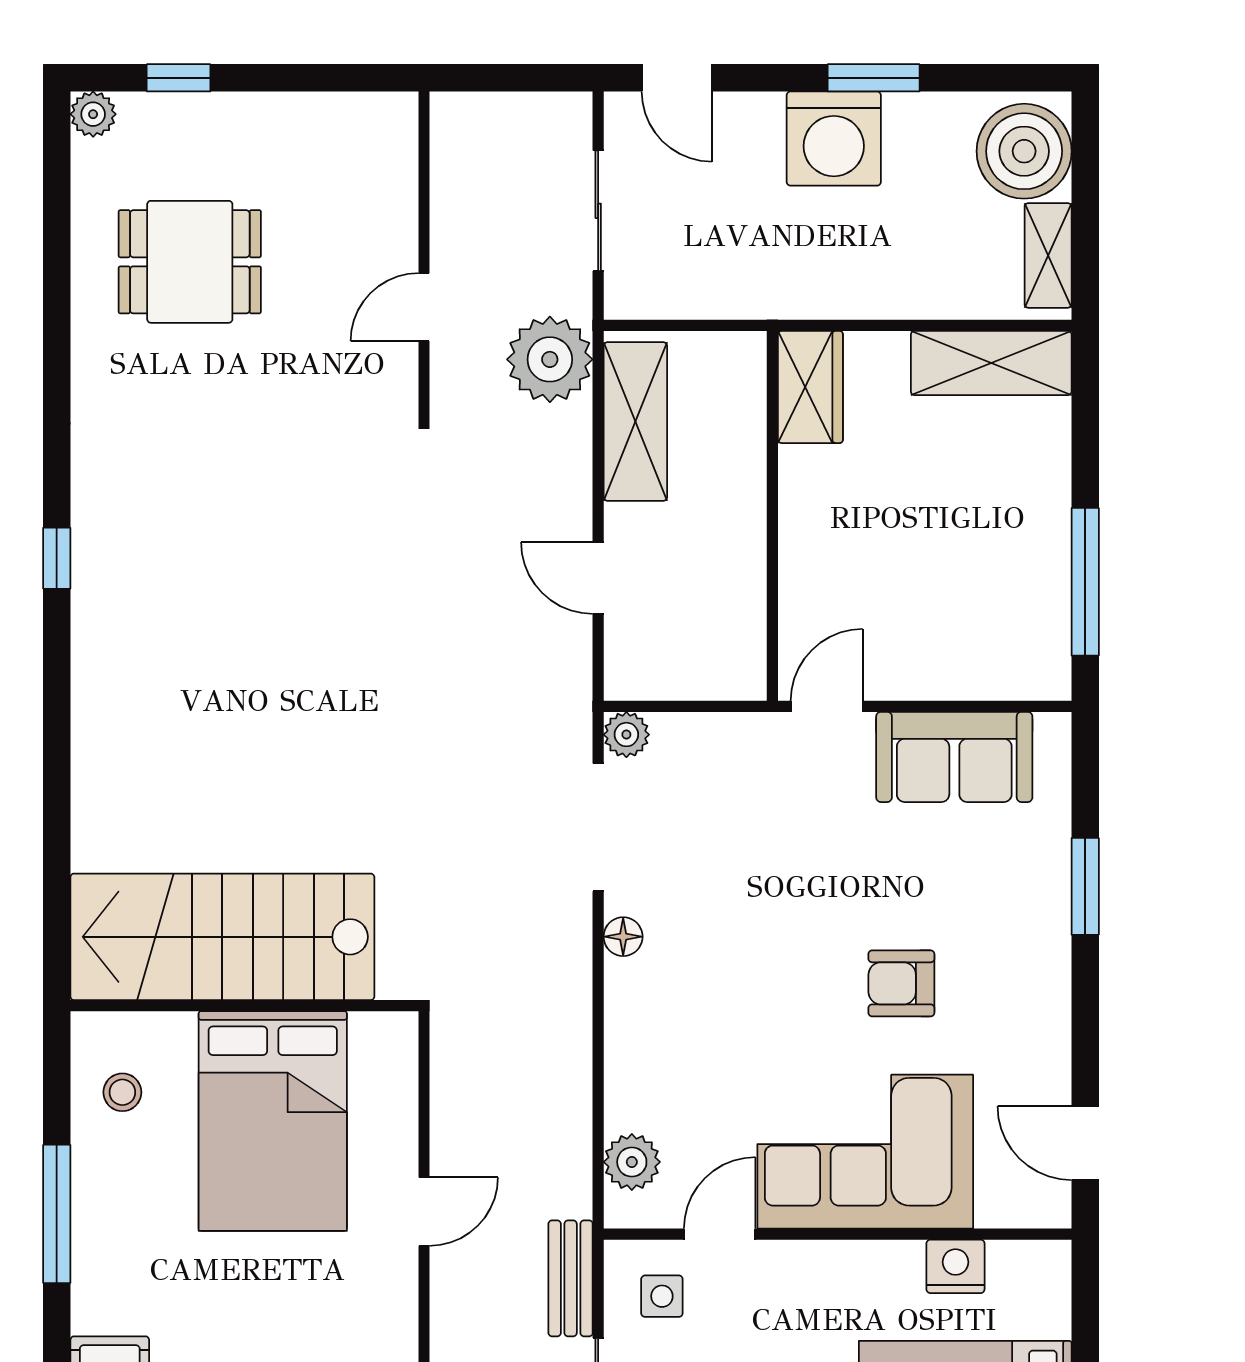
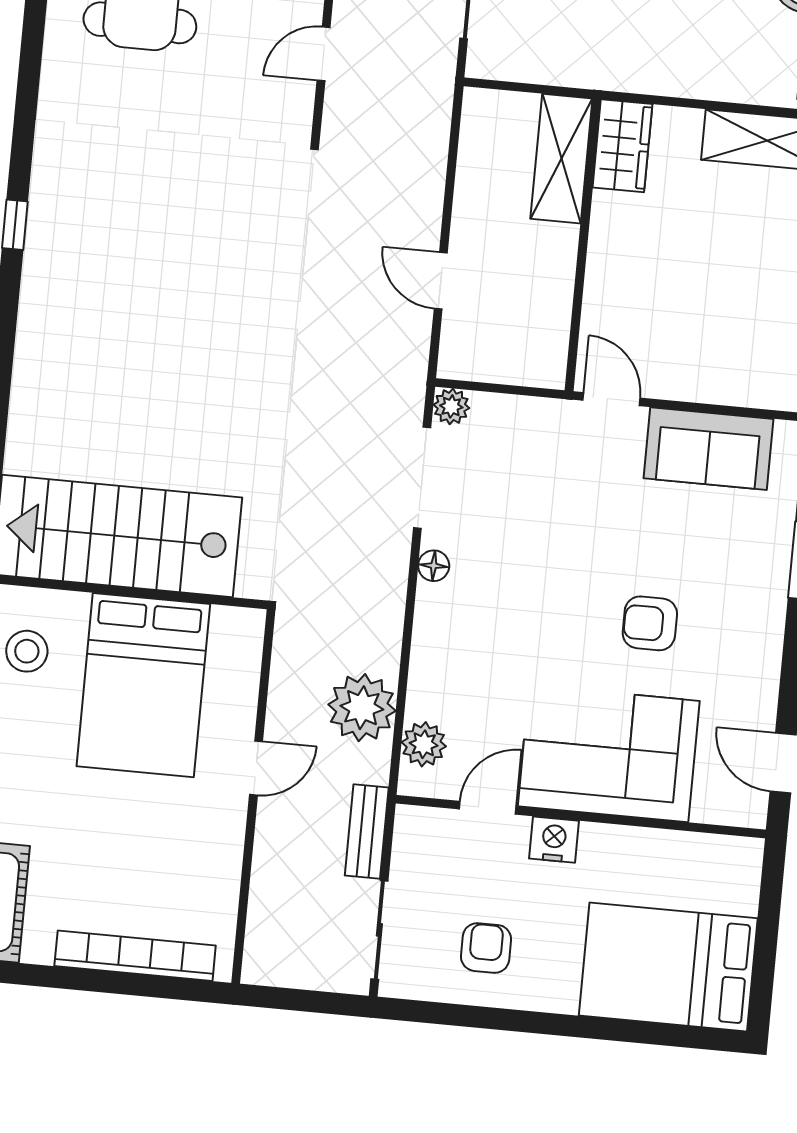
plant: (550, 359) -> (362, 708), moved
shelving: (635, 421) -> (561, 159), moved
door: (827, 706) -> (612, 399), hinge flipped
stool: (122, 1092) -> (27, 651), width x1.37, depth x1.37
nightstand: (955, 1266) -> (554, 840), moved
side table: (662, 1296) -> (437, 852), removed

